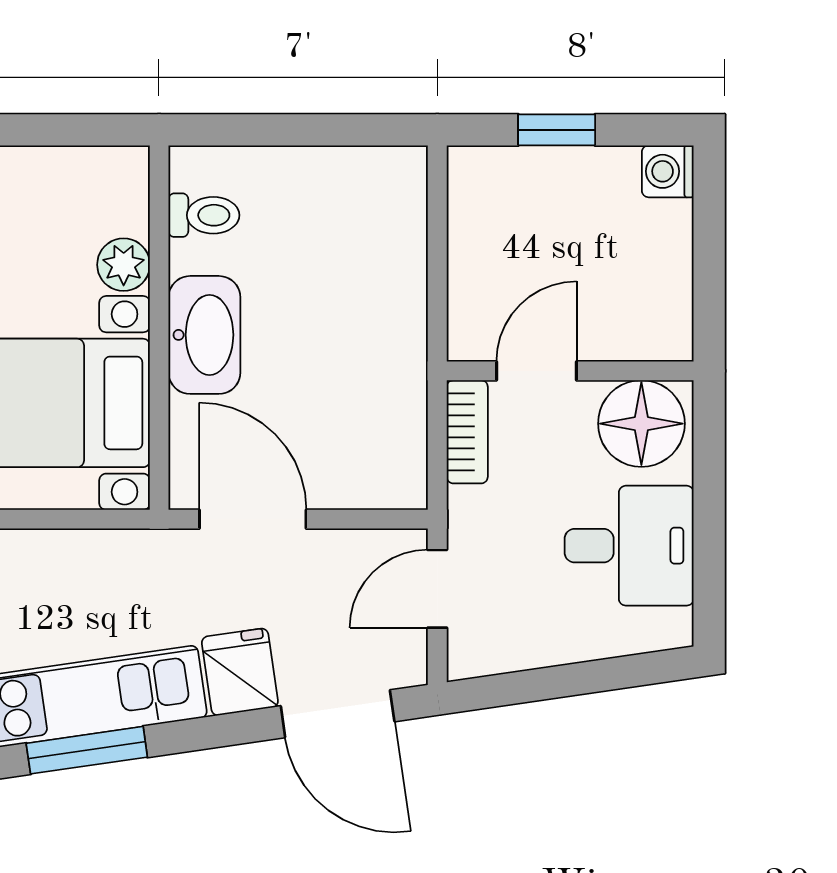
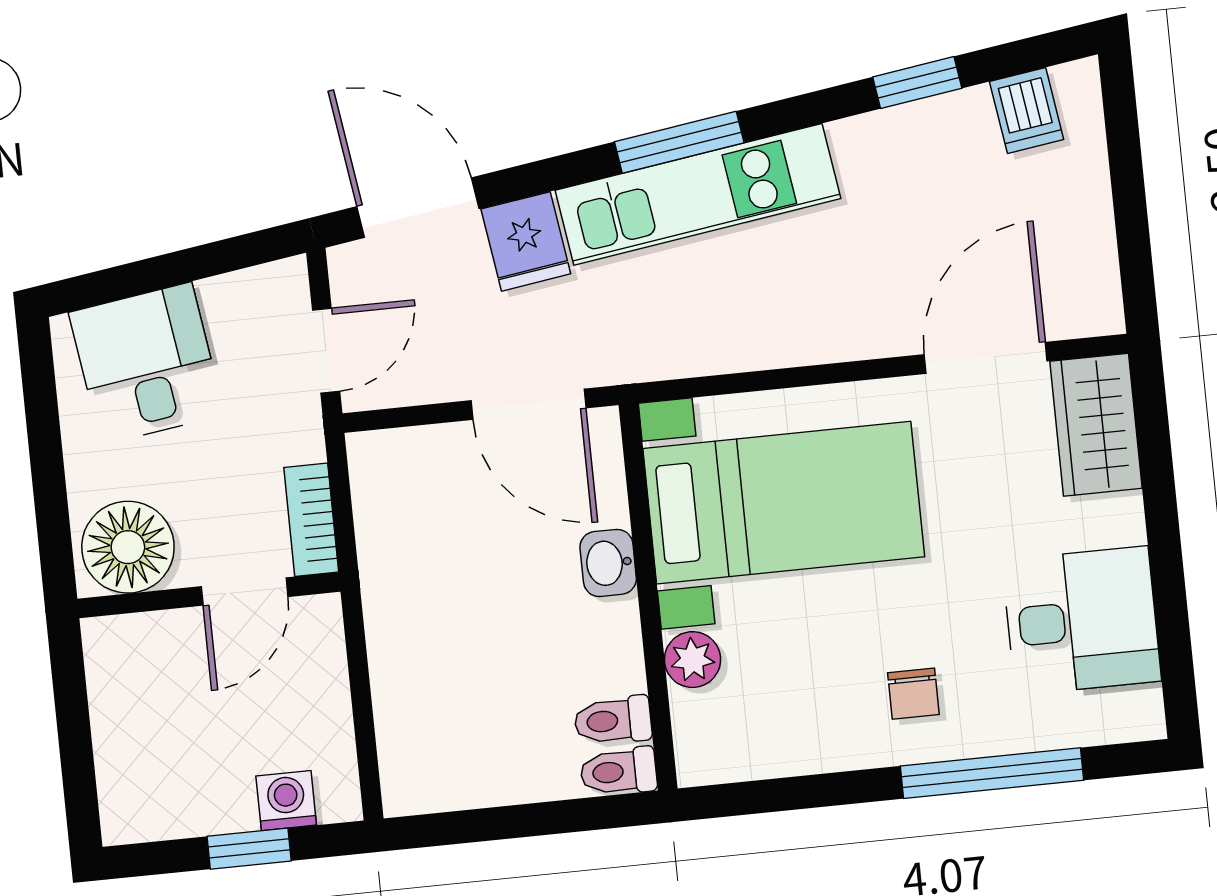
toilet: (204, 167) -> (618, 772), added
washing machine: (668, 171) -> (286, 801), moved, turned -90
washbasin: (204, 335) -> (608, 563), width x0.52, depth x0.69
desk: (629, 546) -> (147, 363), moved, turned 82

